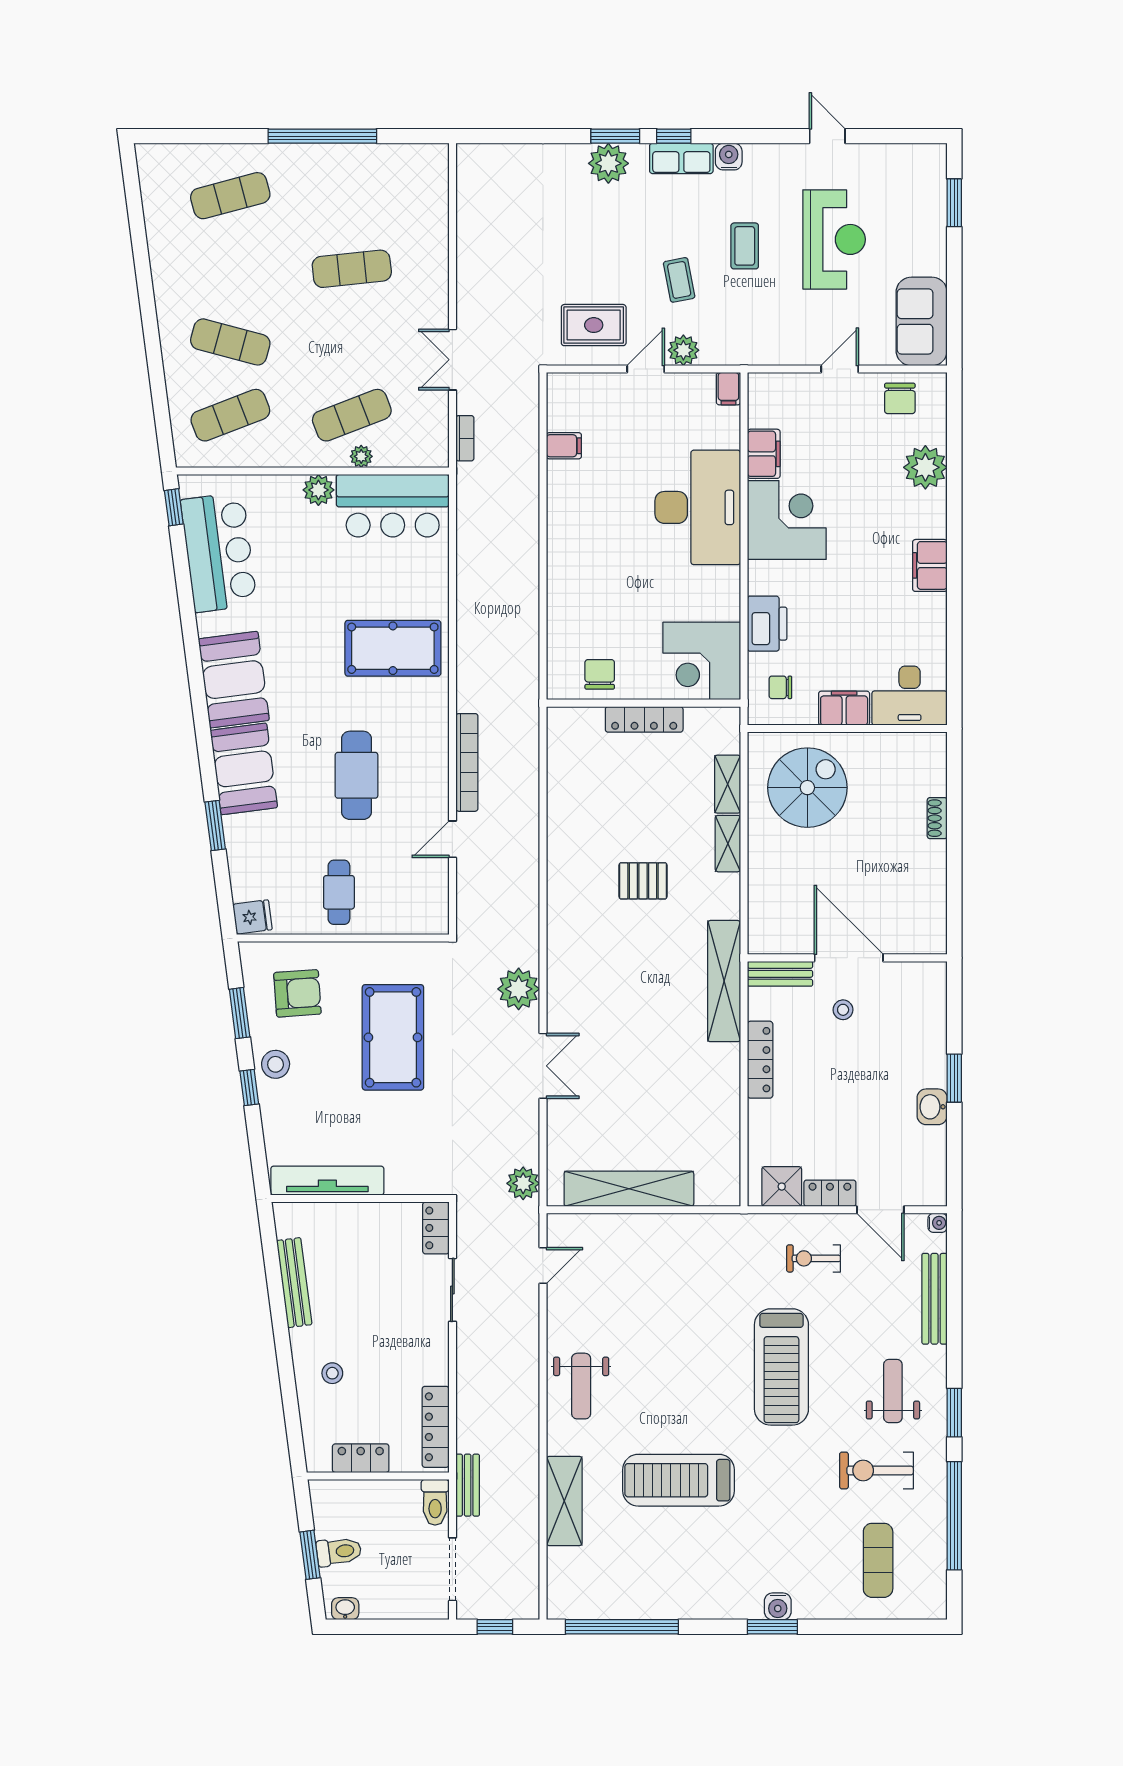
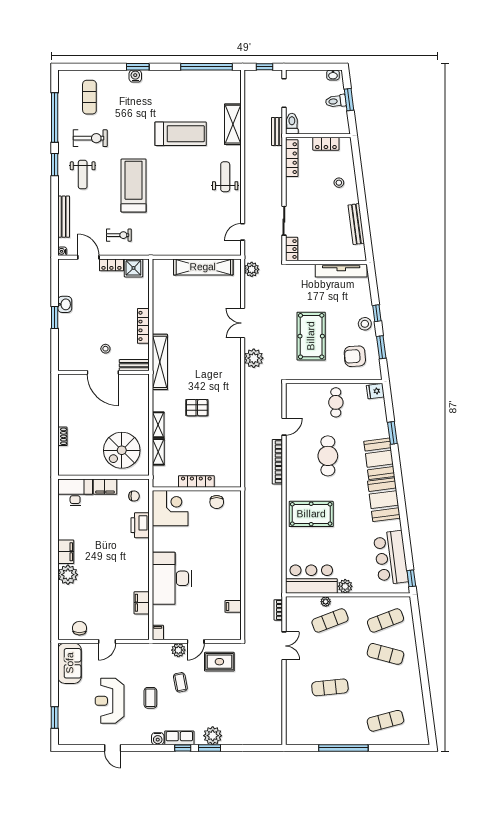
plant: (925, 467) -> (68, 575), moved
corner desk: (787, 520) -> (131, 573), removed

